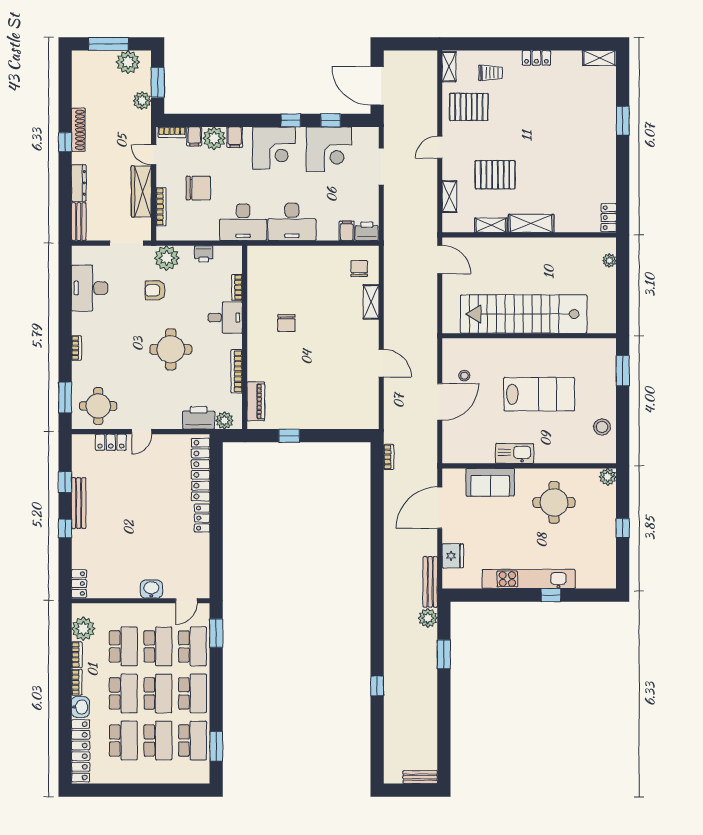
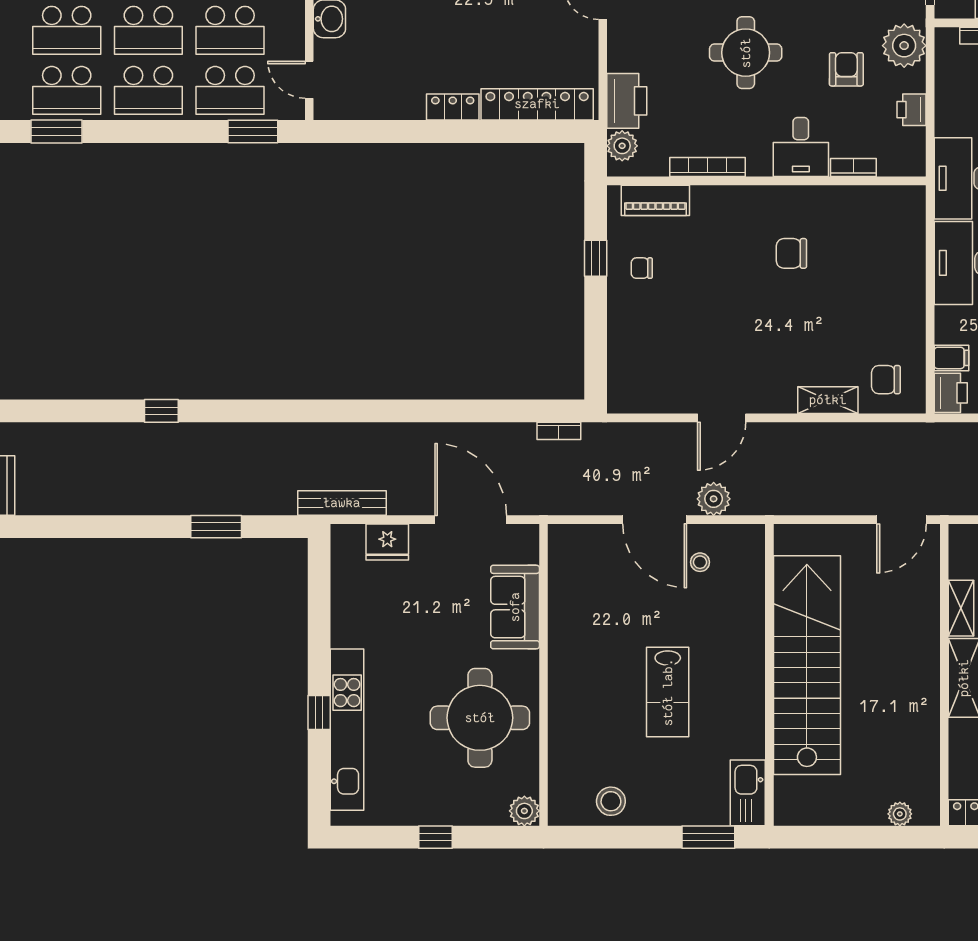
chair: (359, 269) -> (886, 380), turned 180
armchair: (155, 290) -> (846, 69), moved
lab bench: (539, 394) -> (668, 692), width x0.73, depth x0.72
chair: (295, 409) -> (642, 268), added
kitchen sink: (515, 453) -> (748, 793), moved, turned 180
round table: (554, 502) -> (480, 718), width x1.36, depth x1.36
kitchen unit: (529, 579) -> (347, 730), moved
plant: (428, 618) -> (714, 499), moved

